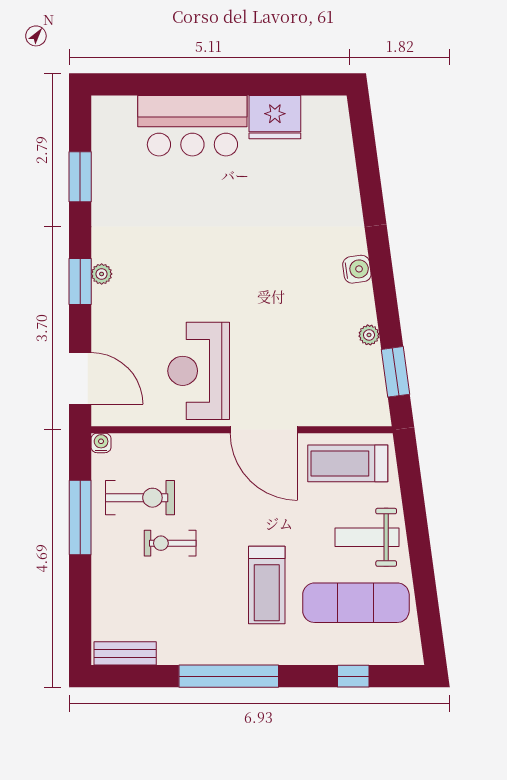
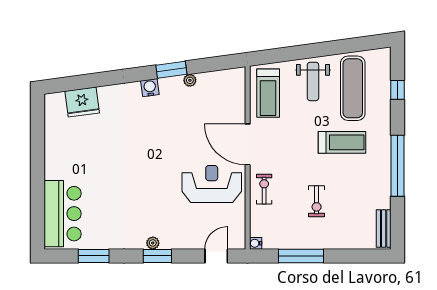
fridge: (275, 117) -> (82, 102), moved, turned 82
bar counter: (192, 126) -> (63, 214), moved
reception desk: (199, 371) -> (212, 184), turned 180
window: (395, 372) -> (171, 70), moved
door: (80, 378) -> (216, 256), width x0.73
door: (264, 430) -> (248, 144), swing flipped
exercise bike: (140, 498) -> (264, 189), moved, width x0.73, depth x0.72

